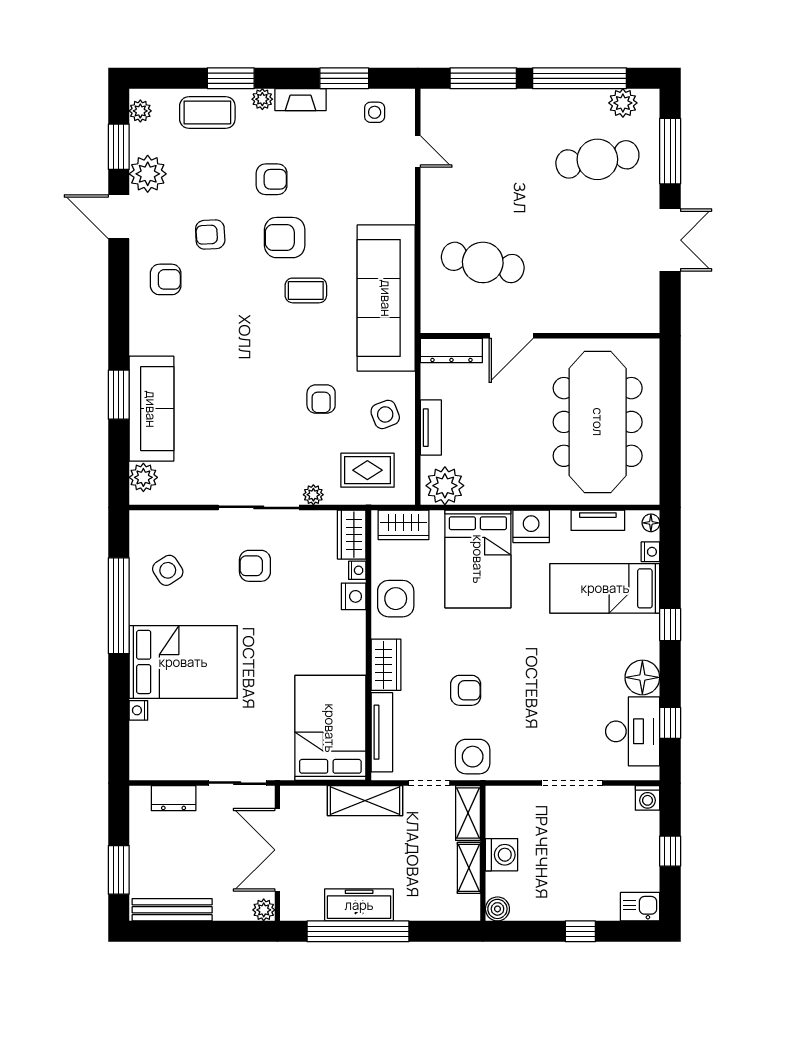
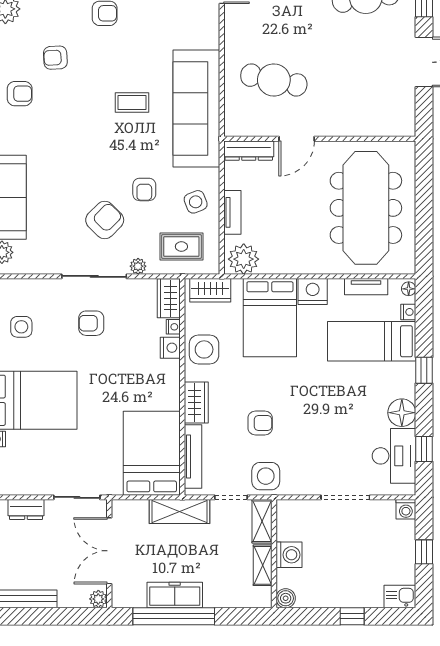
armchair: (285, 238) -> (105, 220), moved, turned 135
side table: (168, 570) -> (21, 327), turned 33

